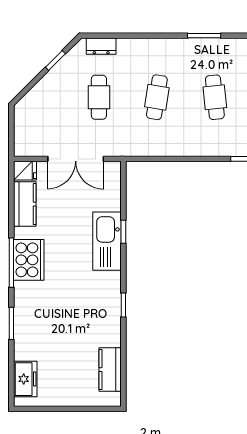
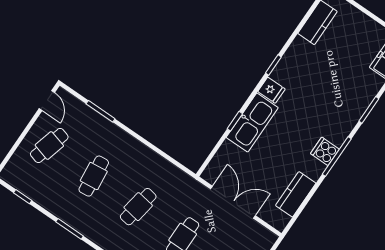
fridge: (25, 171) -> (271, 90), moved, turned 180
cooker: (29, 260) -> (325, 151), width x0.53, depth x0.76

